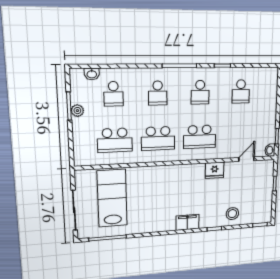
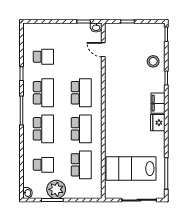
washbasin: (92, 74) -> (27, 193), moved
school desk: (200, 92) -> (43, 93), width x1.85
school desk: (158, 93) -> (43, 129), width x1.85
plant: (77, 111) -> (56, 189), width x1.87, depth x1.87
fridge: (215, 170) -> (158, 123), moved, turned 180

